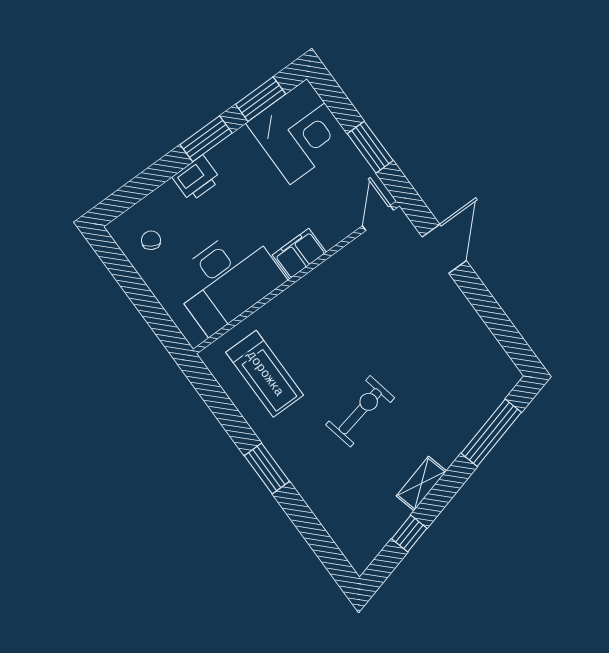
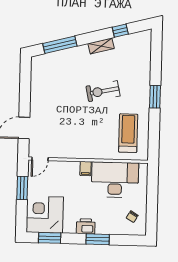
window: (206, 139) -> (98, 239), moved
printer: (197, 178) -> (86, 226), moved
filing cabinet: (299, 254) -> (85, 169), width x0.50

